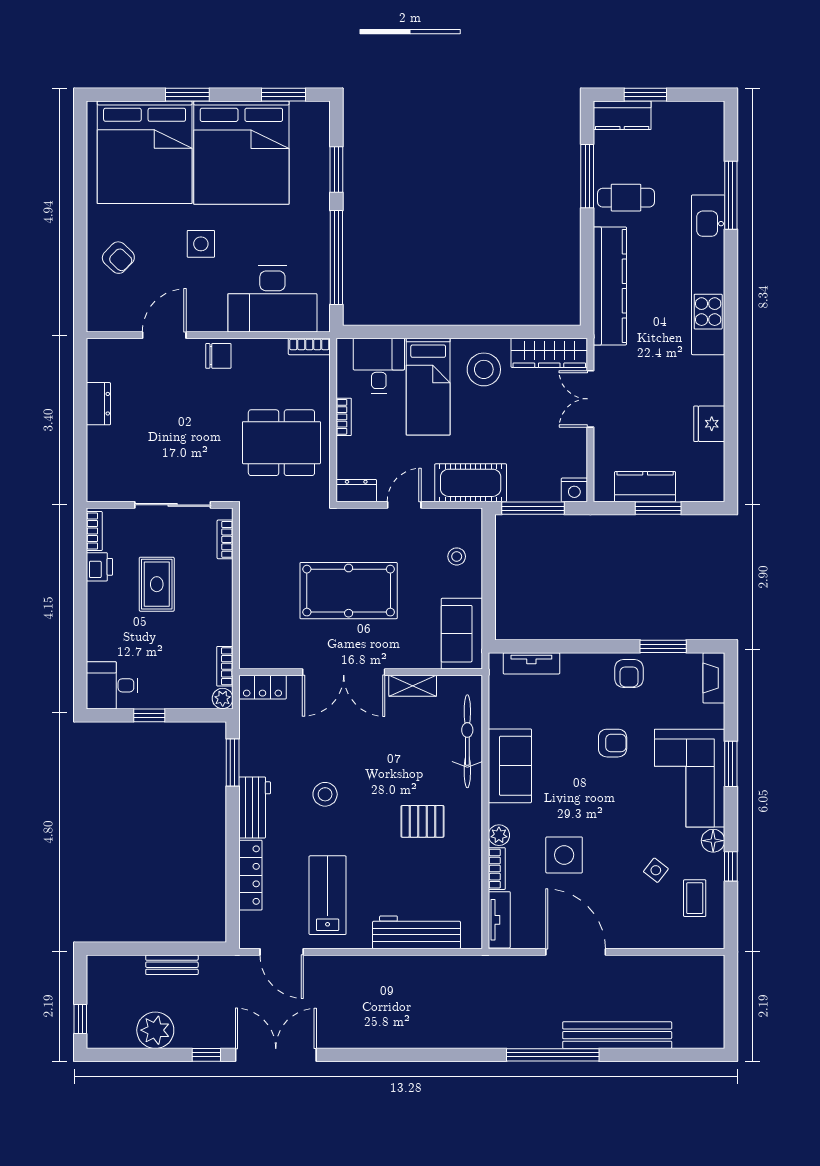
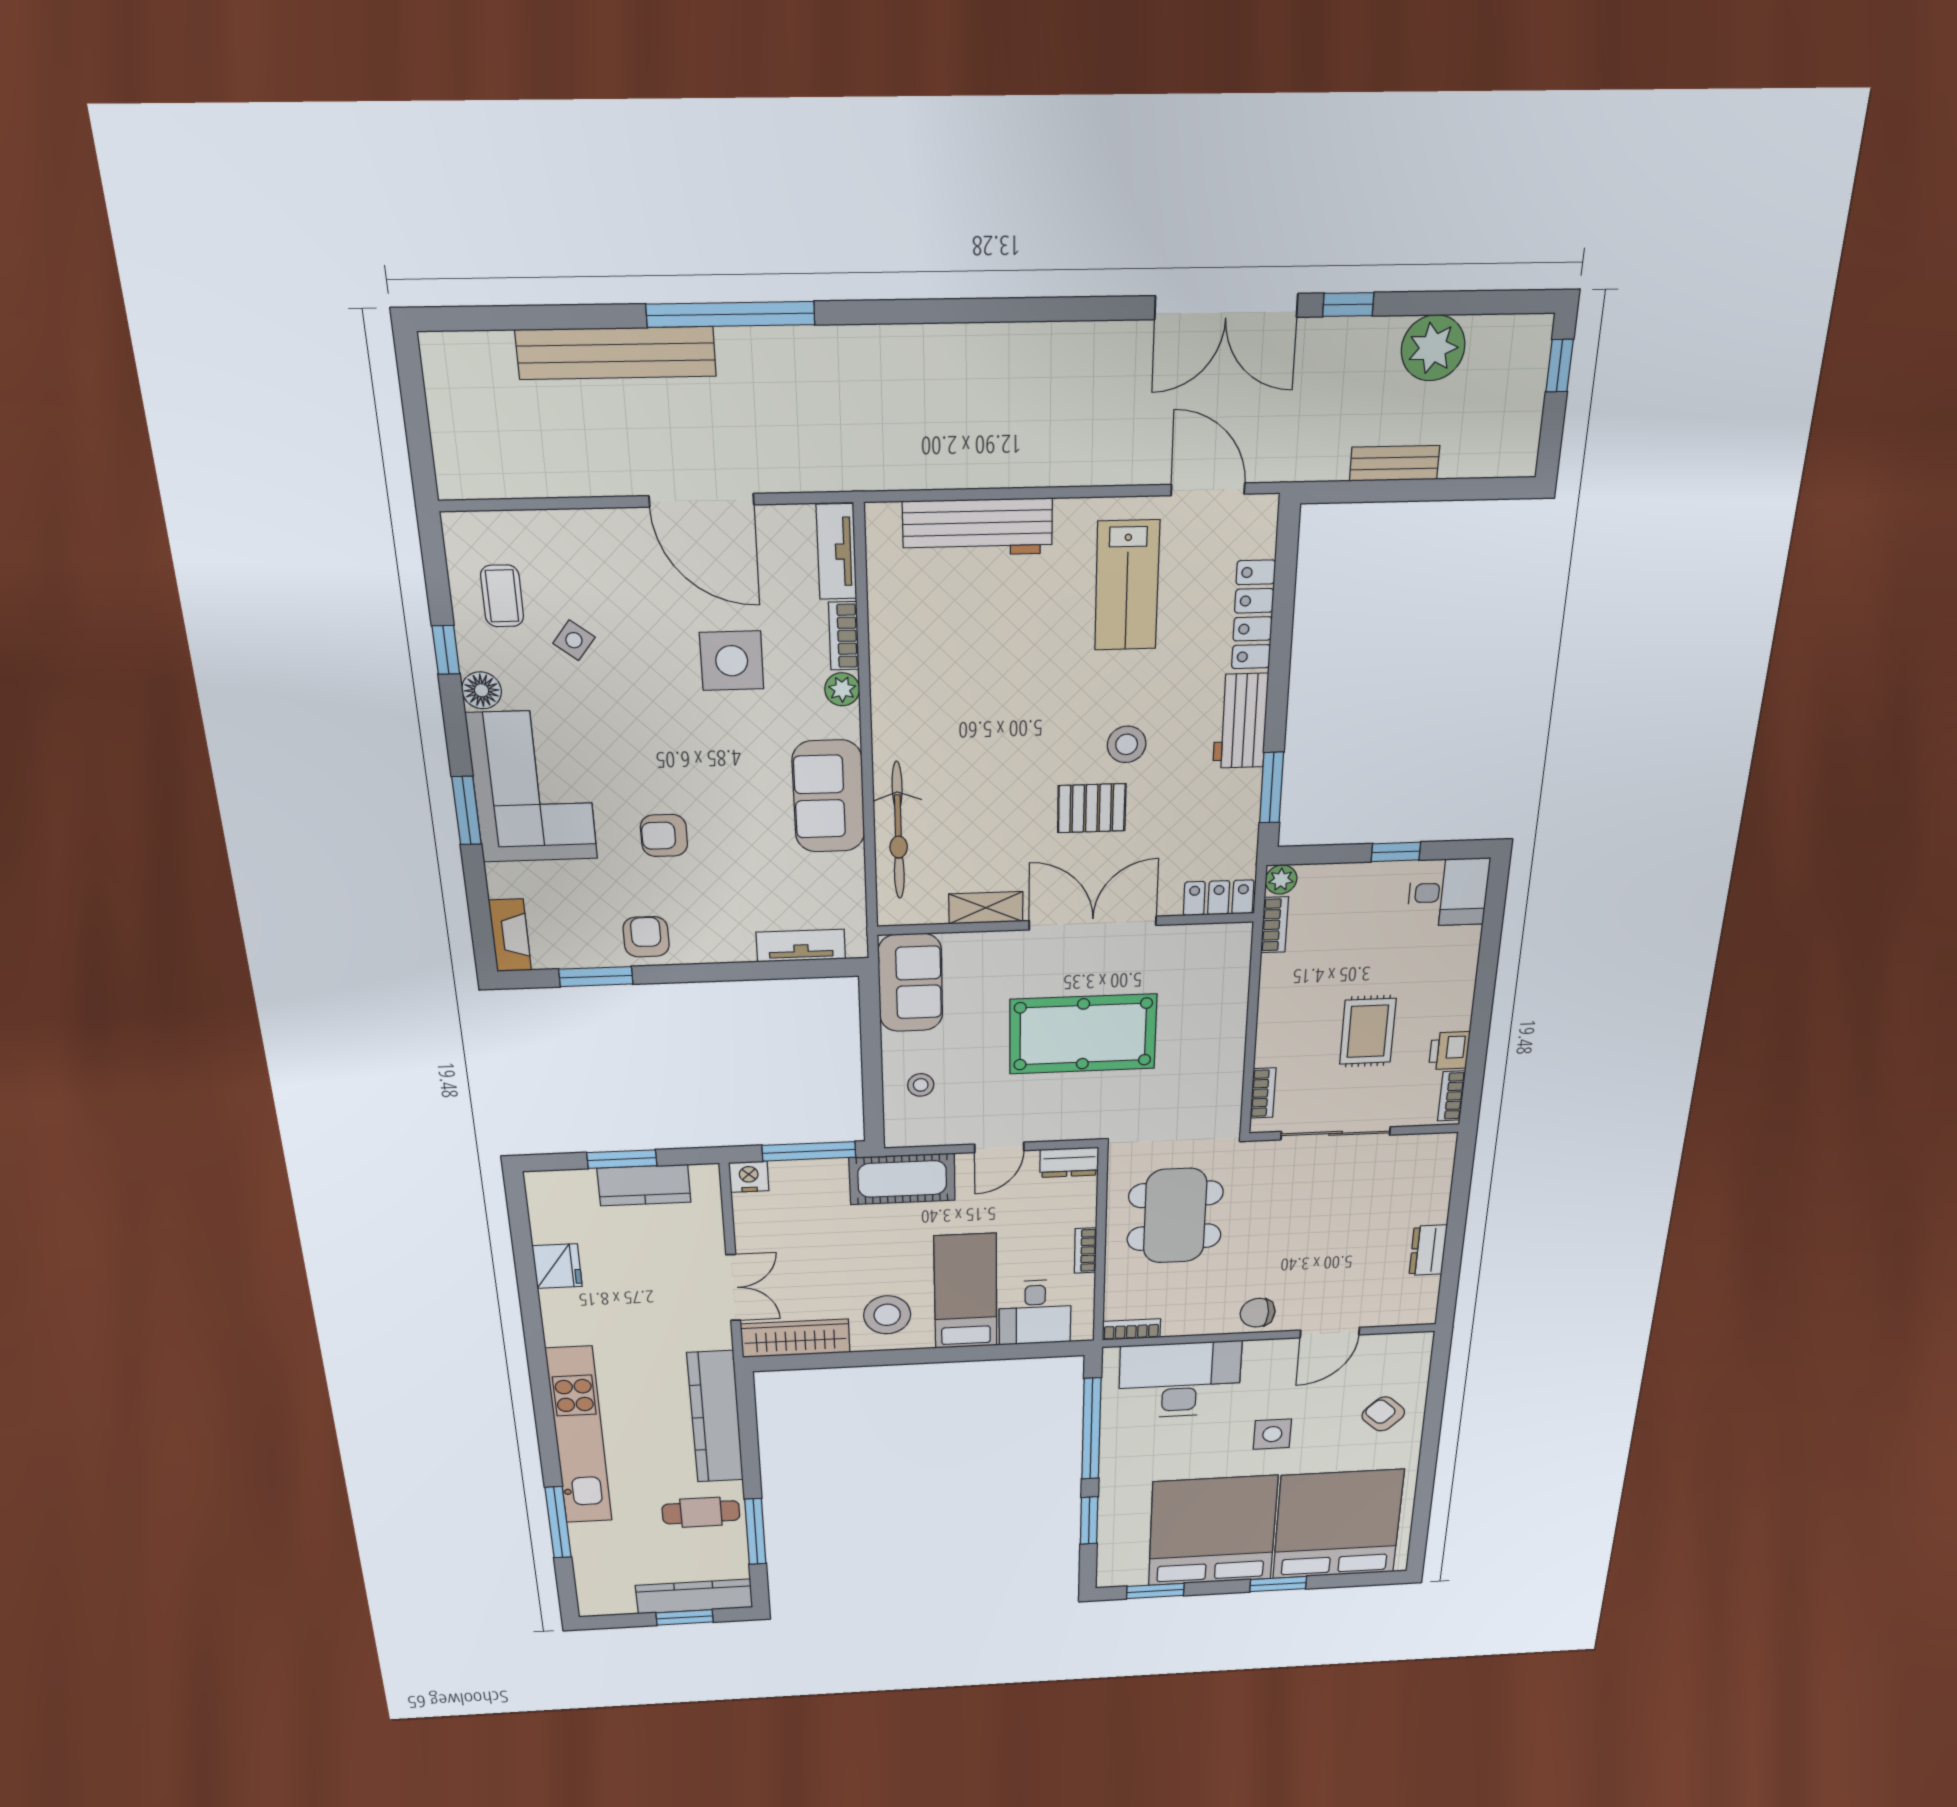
kitchen counter: (622, 115) -> (694, 1596), width x1.50
dining table: (281, 443) -> (1175, 1216), turned 90
pallet: (422, 821) -> (1092, 808), moved

